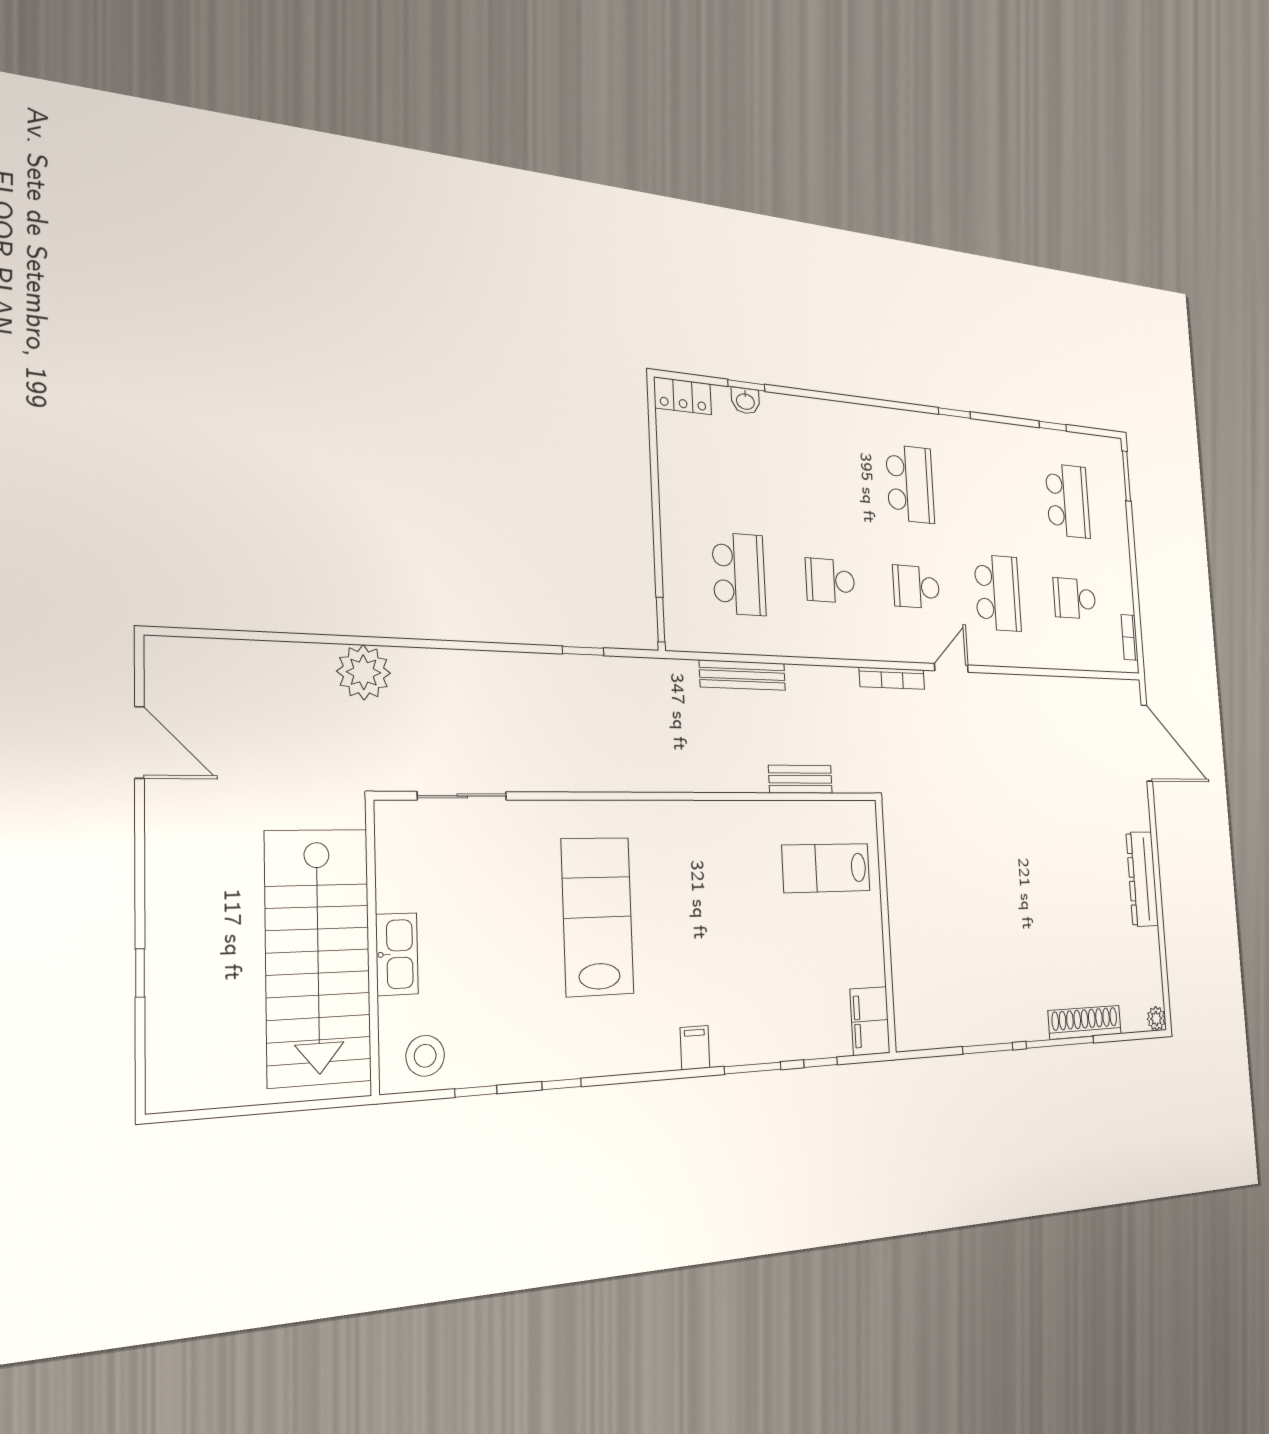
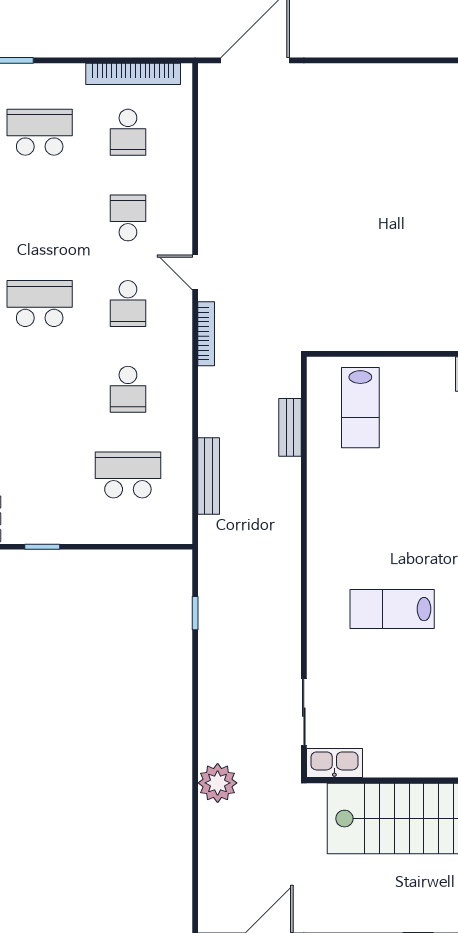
school desk: (998, 593) -> (128, 218), width x0.54
window: (660, 620) -> (42, 547), moved
bookcase: (1130, 637) -> (133, 74), width x2.31, depth x1.31
dresser: (1142, 879) -> (376, 78), removed
lab bench: (597, 916) -> (392, 609), width x0.73, depth x0.72
kitchen sink: (397, 954) -> (334, 763), moved

